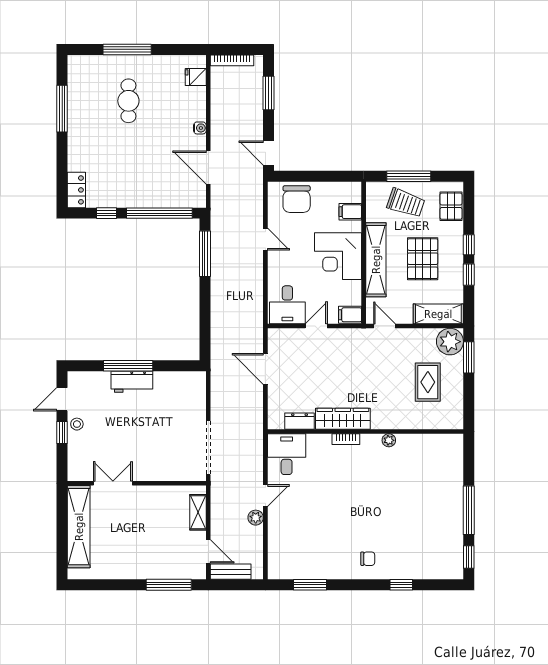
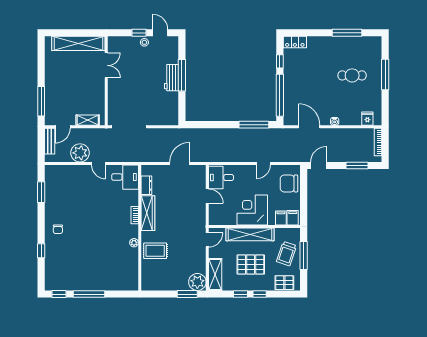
door: (208, 168) -> (309, 127), hinge flipped
filing cabinet: (350, 315) -> (293, 218), moved
rug: (428, 382) -> (155, 251), moved
plant: (256, 518) -> (80, 153), width x1.88, depth x1.88

